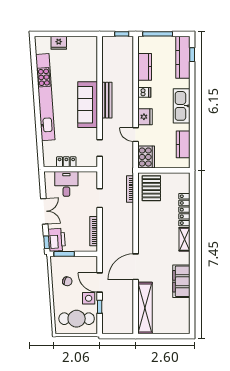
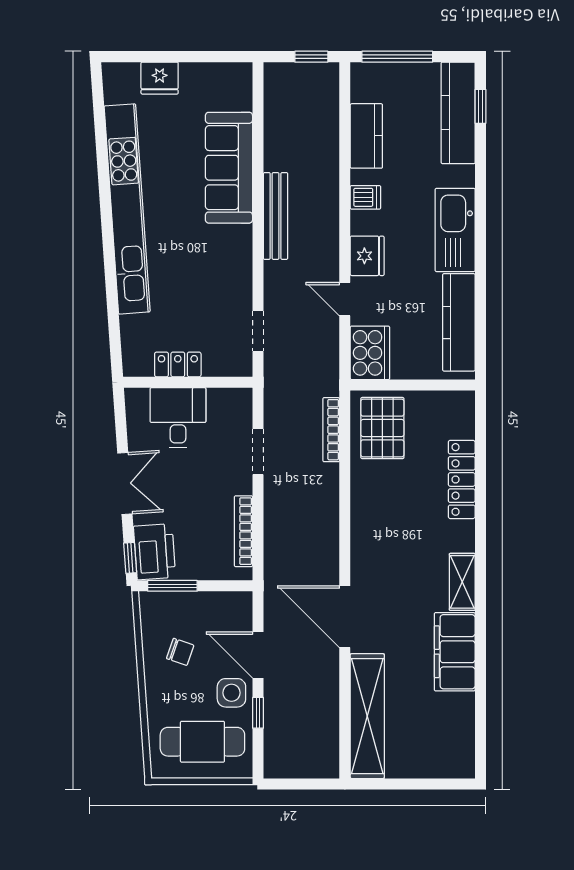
sofa: (88, 105) -> (229, 168), moved
kitchen counter: (183, 144) -> (459, 322), width x1.50
shelving: (185, 239) -> (462, 582), moved
door: (136, 267) -> (345, 617), hinge flipped

